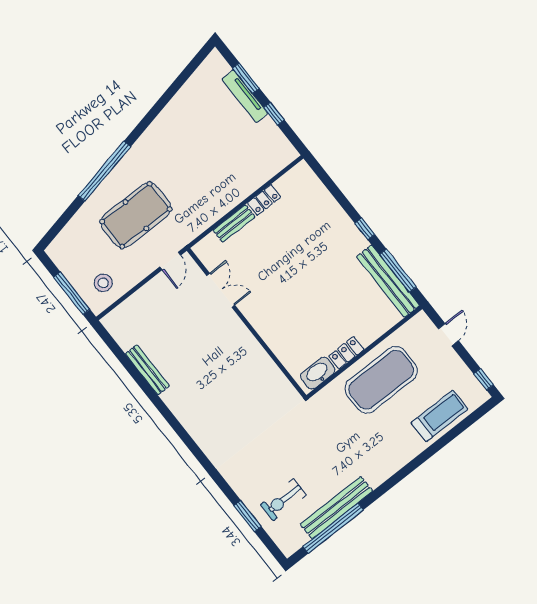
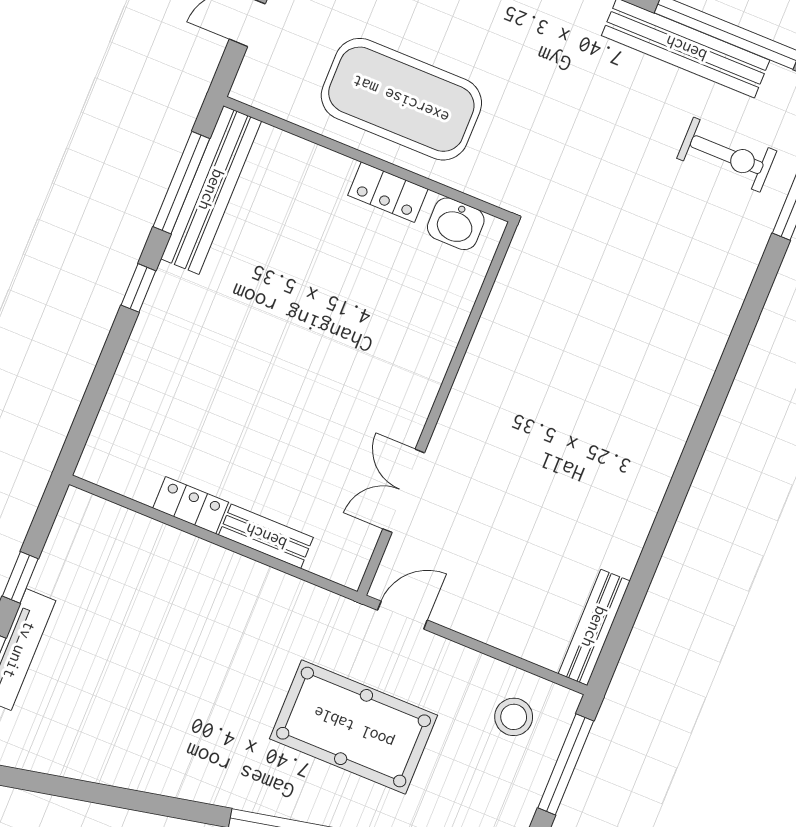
bench: (147, 370) -> (594, 627), moved
washbasin: (318, 373) -> (456, 224), width x0.72

